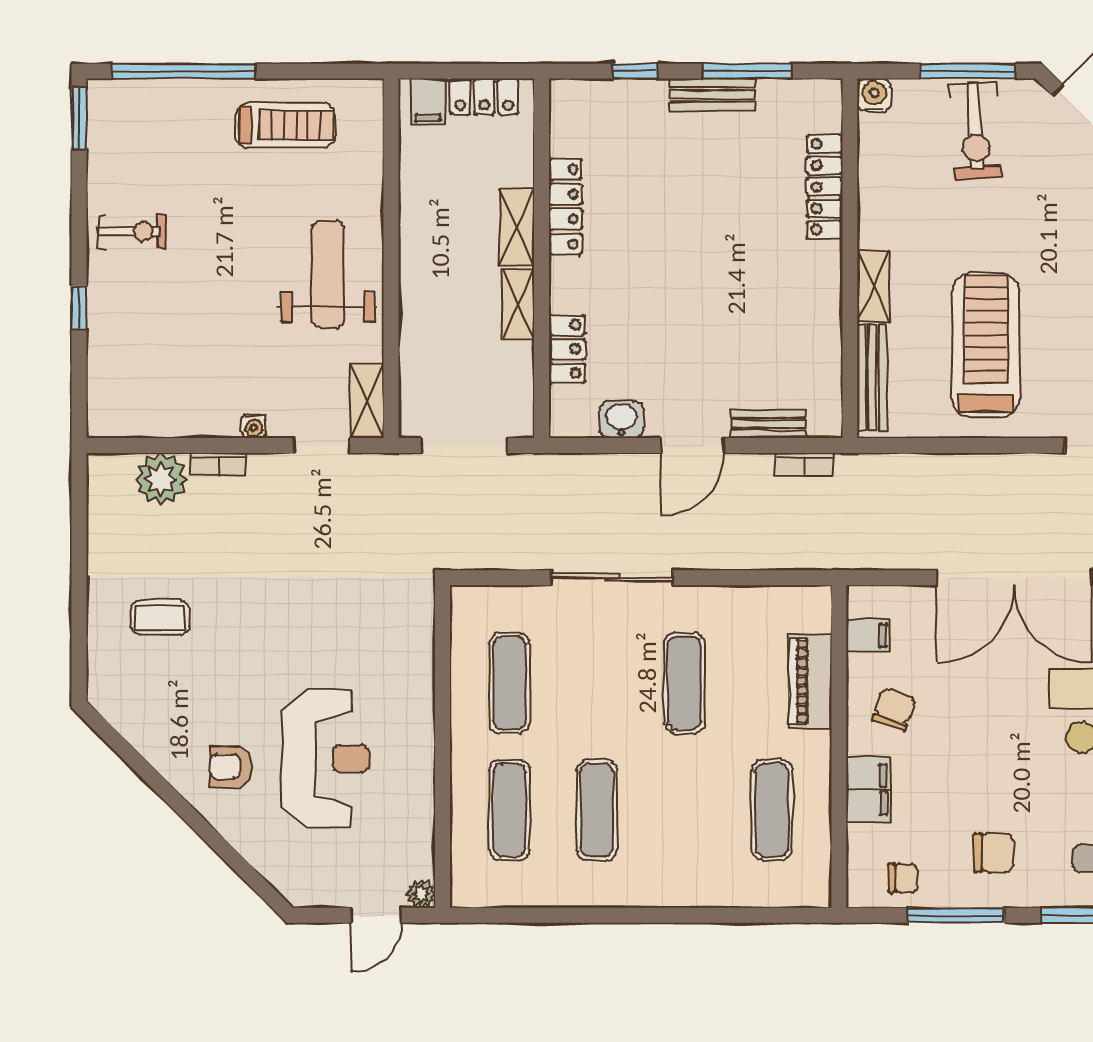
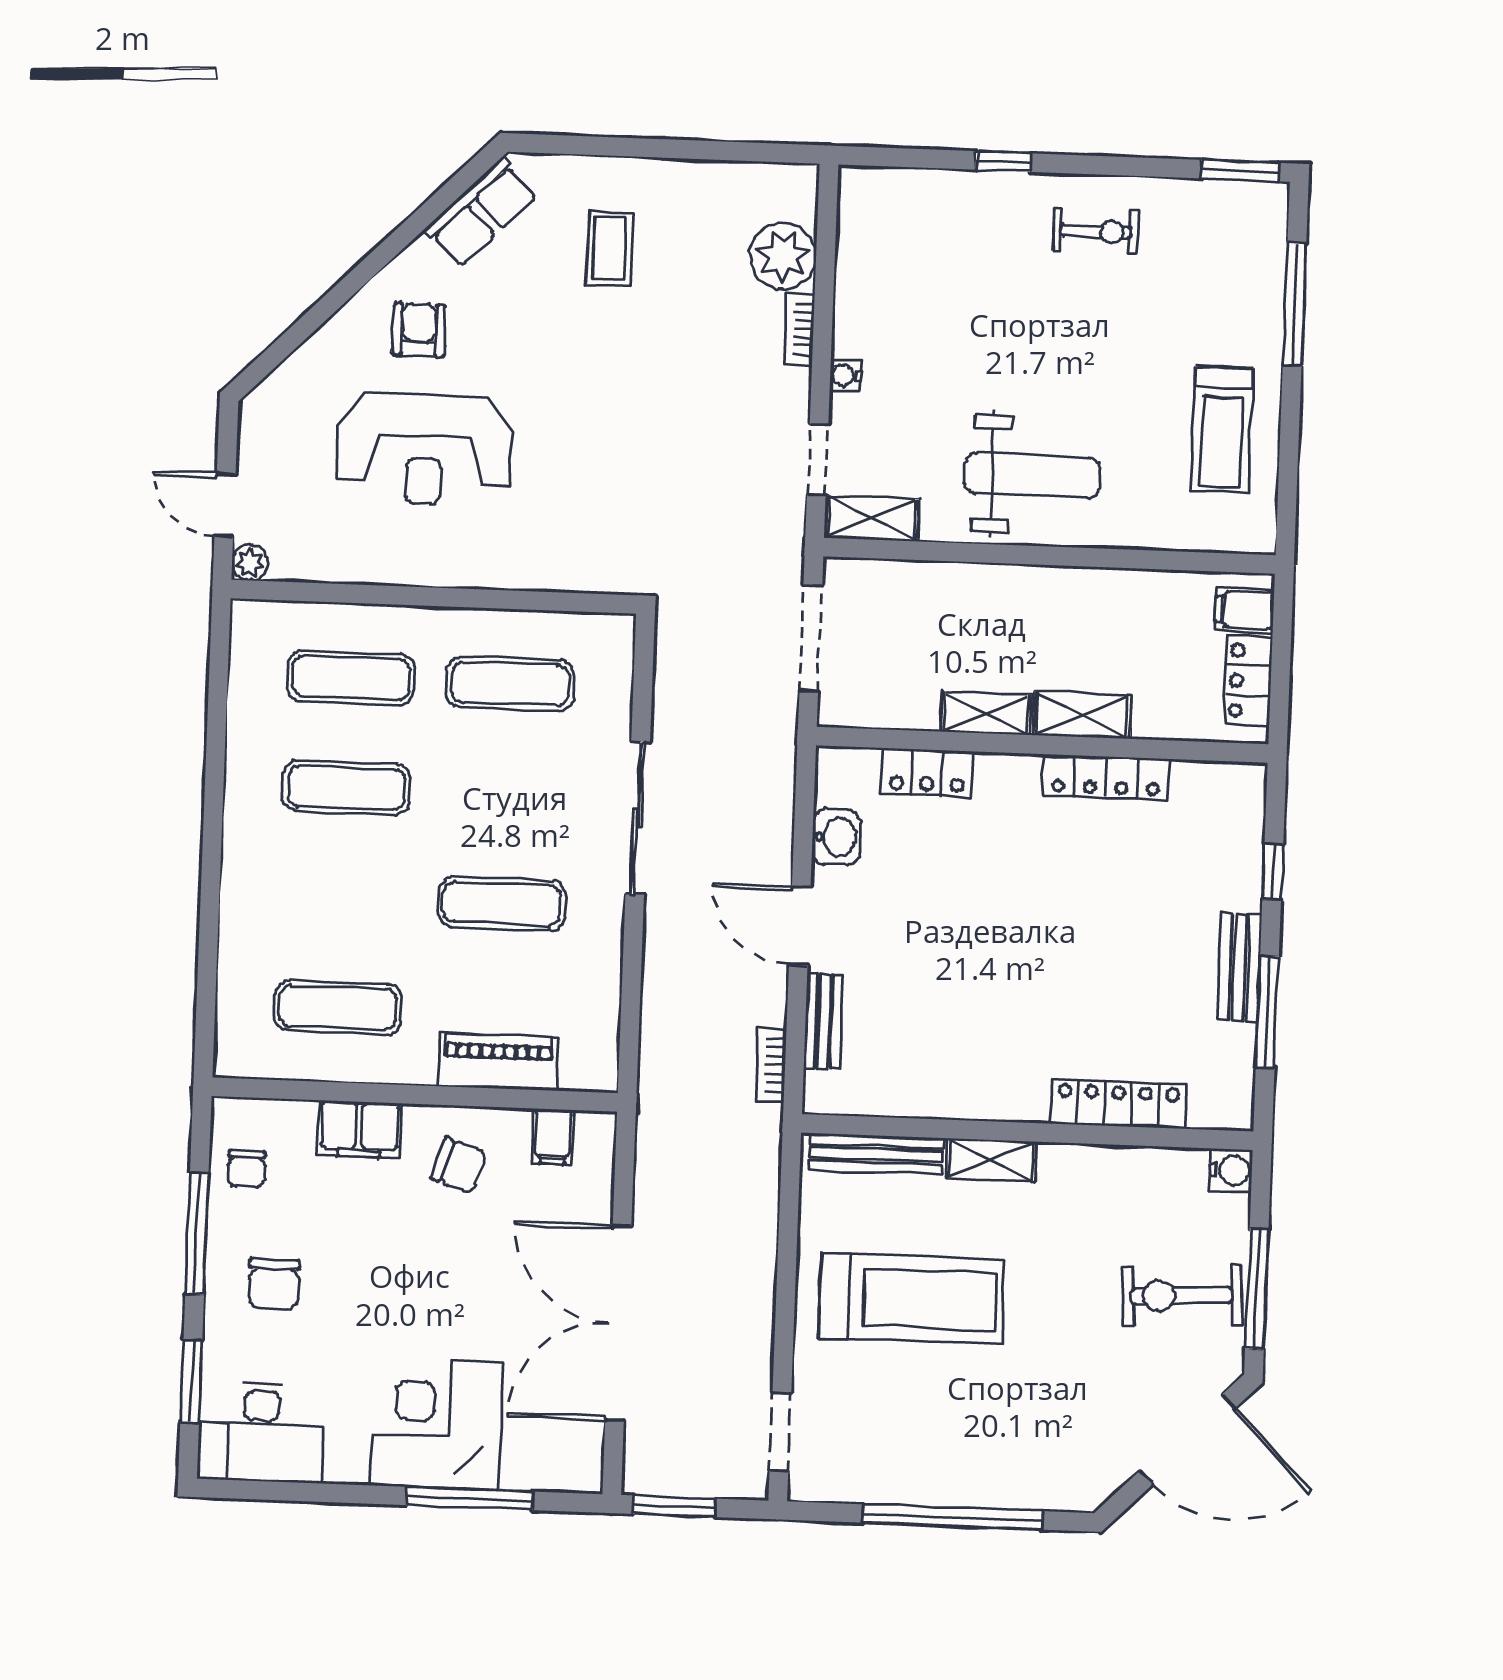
window: (183, 71) -> (1295, 304), width x0.68
exercise bike: (132, 231) -> (1096, 231), turned -90
row of seats: (135, 721) -> (481, 212), added

